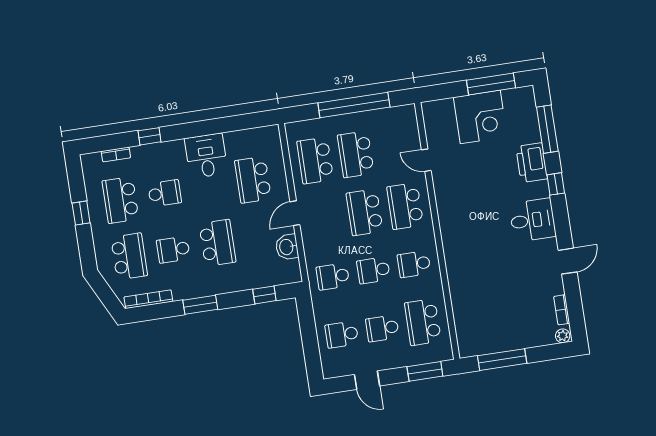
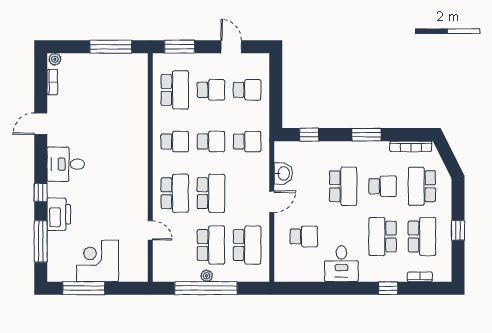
plant: (355, 119) -> (207, 276), added
school desk: (253, 180) -> (304, 237), width x0.54
school desk: (165, 193) -> (383, 237), width x1.85
school desk: (217, 243) -> (343, 186), turned 180

